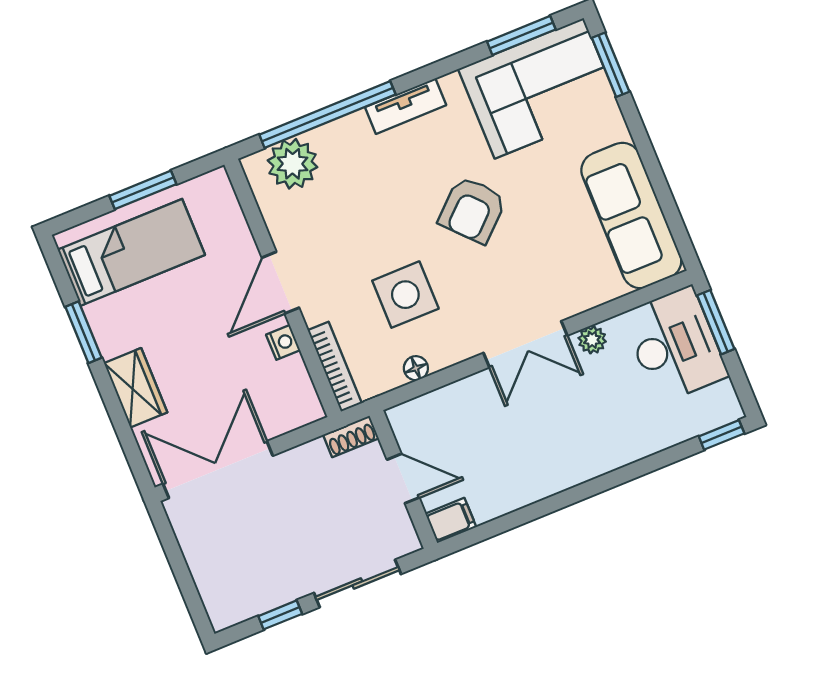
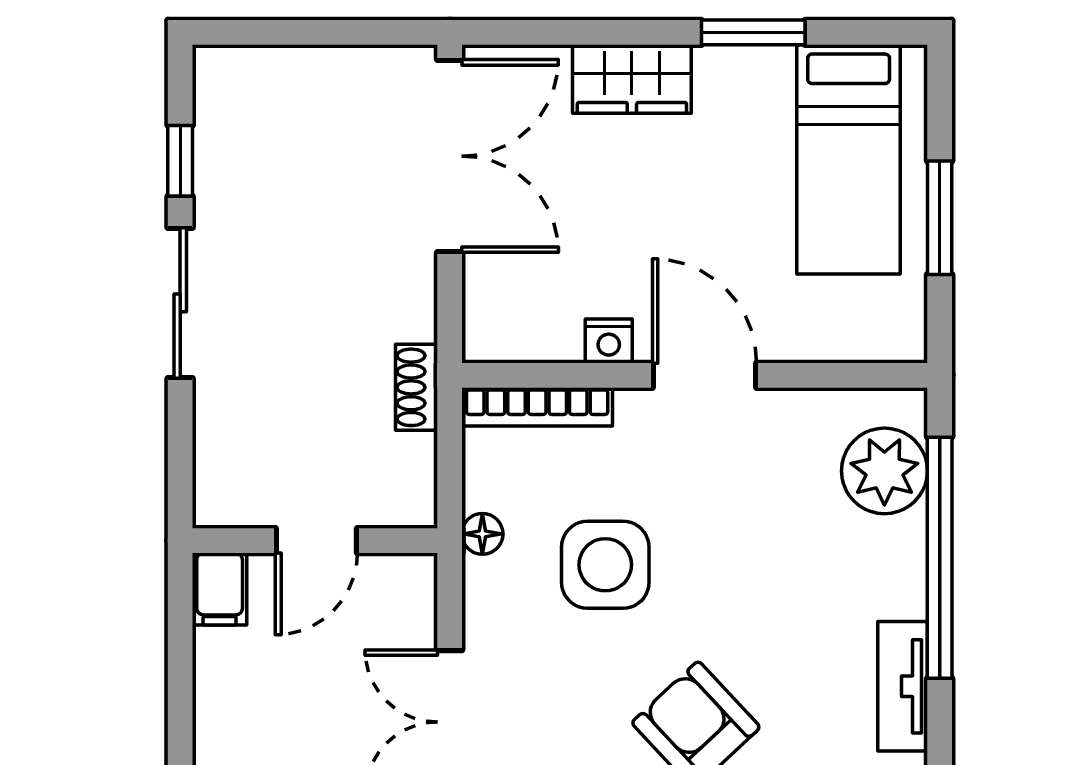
door: (403, 479) -> (316, 541), moved
wall: (403, 479) -> (315, 541), moved
filing cabinet: (451, 520) -> (220, 589), moved

